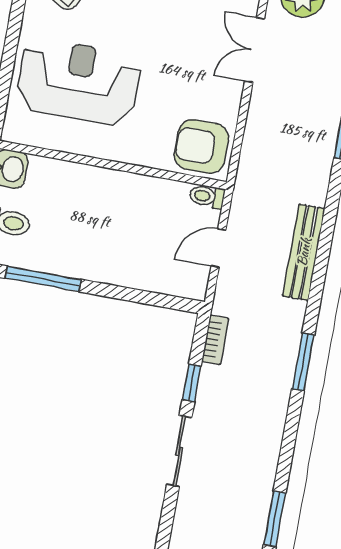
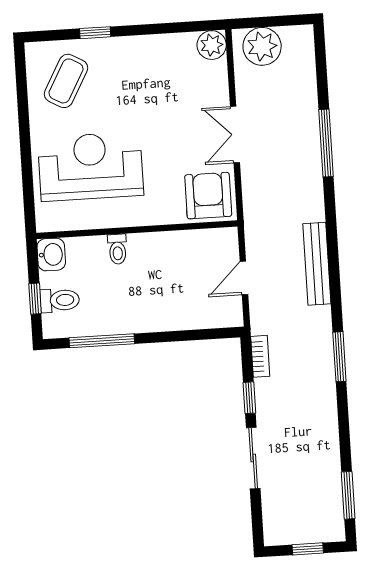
double door: (255, 50) -> (235, 135), moved
armchair: (201, 147) -> (208, 196), turned 90
toilet: (207, 196) -> (117, 249), moved, turned -90

